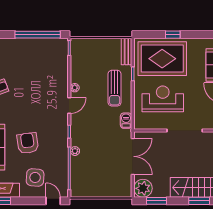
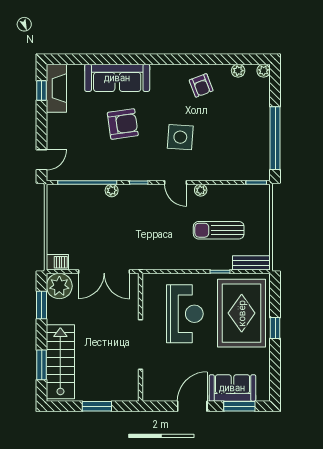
sun lounger: (115, 88) -> (219, 230), moved
barbecue: (126, 121) -> (57, 262), moved
side table: (35, 177) -> (180, 137), moved

